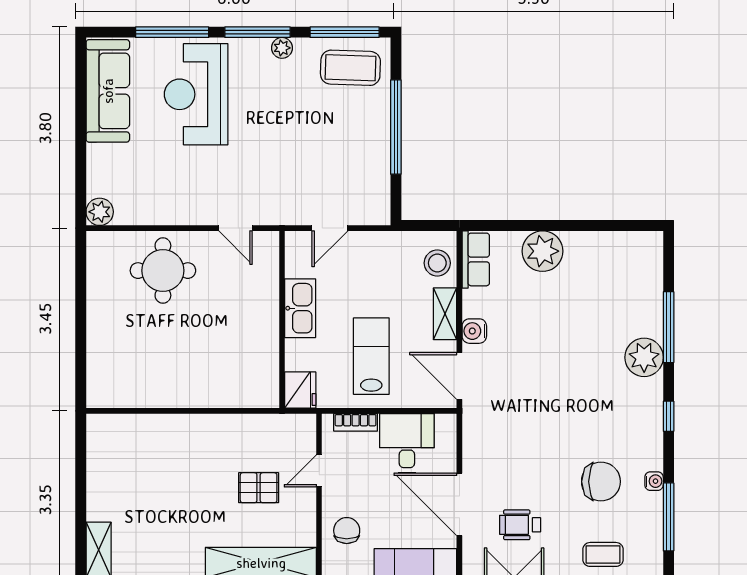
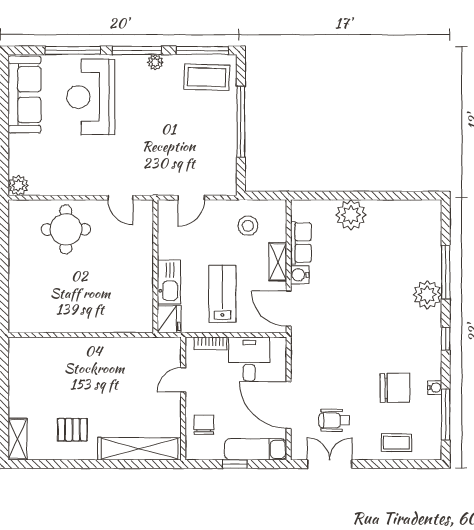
row of seats: (476, 259) -> (301, 243), moved
stool: (437, 263) -> (248, 226), moved
kitchen sink: (300, 308) -> (169, 282), moved
pallet: (259, 488) -> (72, 430), moved

